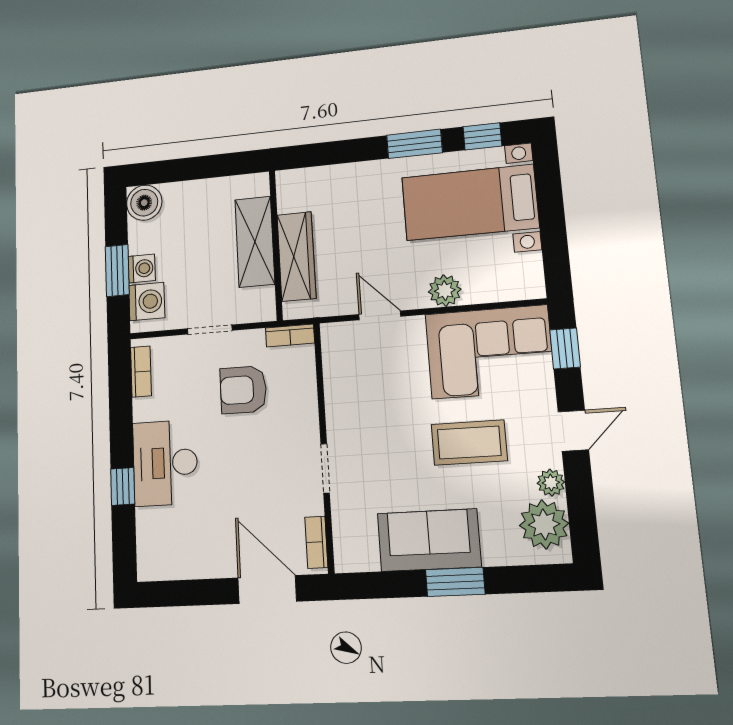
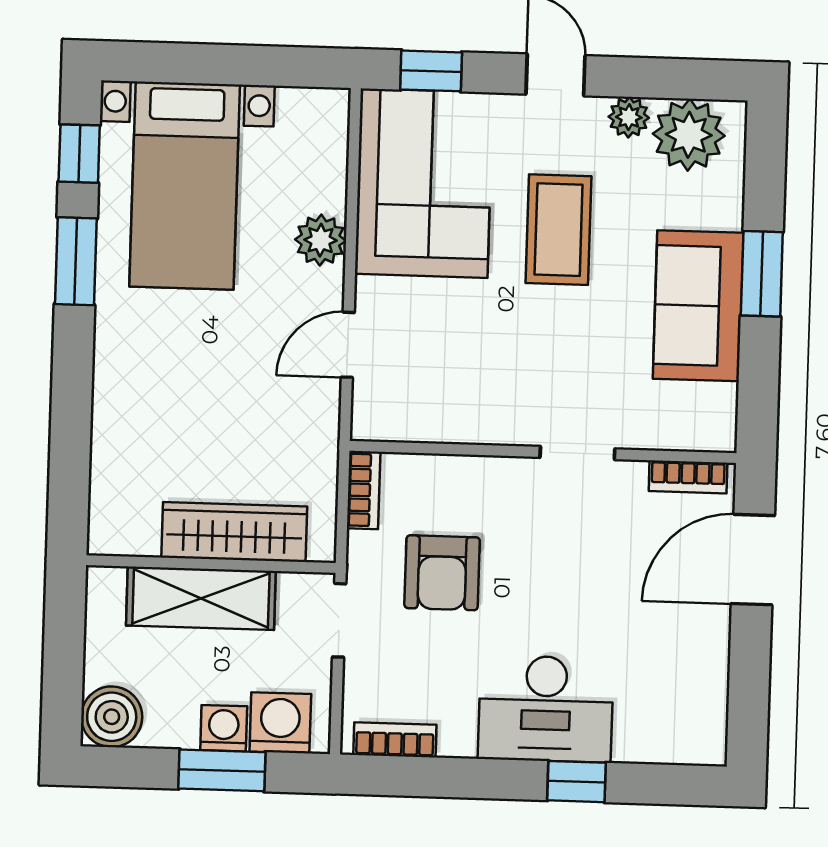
shelving: (255, 242) -> (201, 598), moved
wall: (276, 245) -> (211, 564), moved
wardrobe: (296, 256) -> (234, 532), moved

